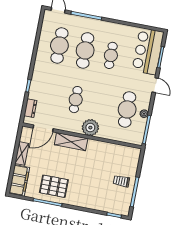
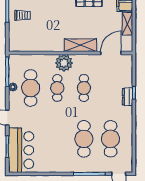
cafe table: (111, 55) -> (57, 88), moved
dresser: (30, 108) -> (127, 97), moved

